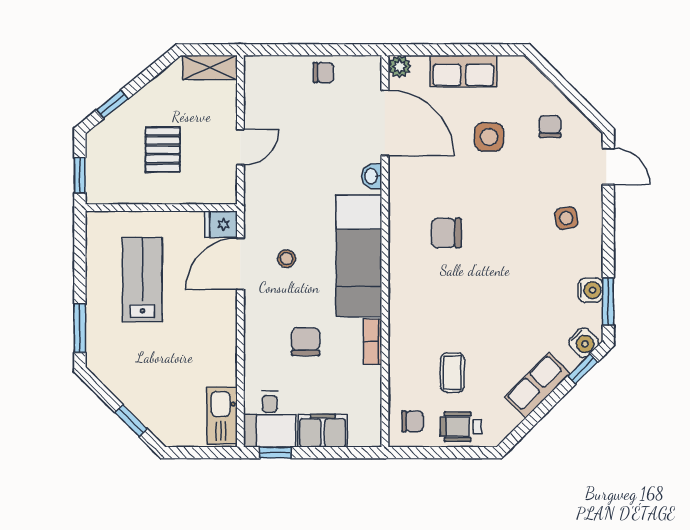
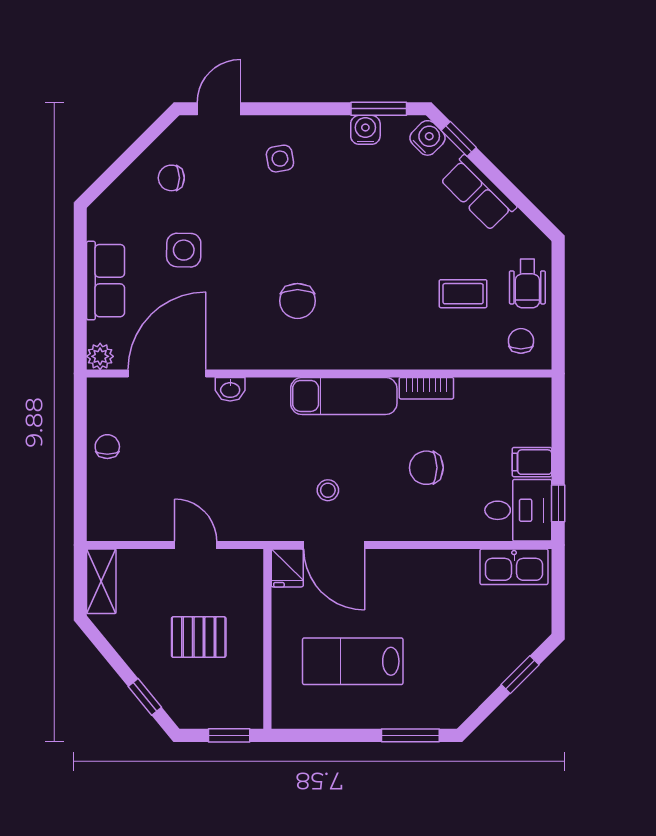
exam couch: (359, 256) -> (344, 396), width x0.73, depth x0.69
filing cabinet: (323, 431) -> (532, 462), width x0.50

